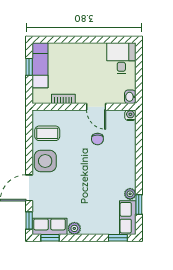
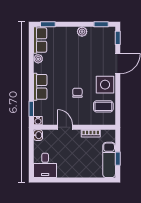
chair: (97, 139) -> (77, 93), moved
window: (139, 204) -> (31, 109), moved
row of seats: (49, 226) -> (40, 87), moved, turned -90

